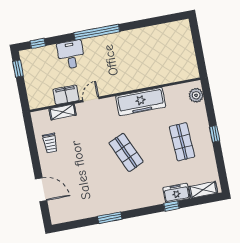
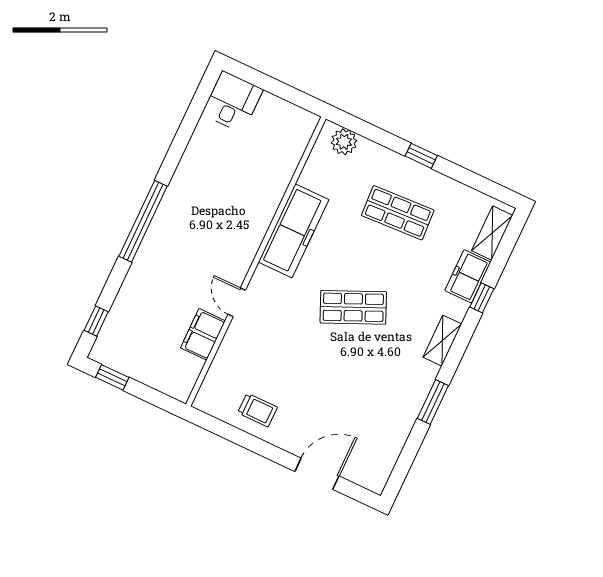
desk: (71, 55) -> (233, 102), moved, turned 90
shelving: (63, 112) -> (442, 341), moved

